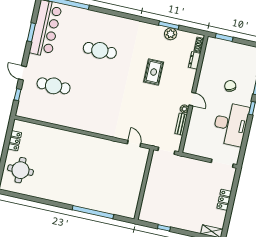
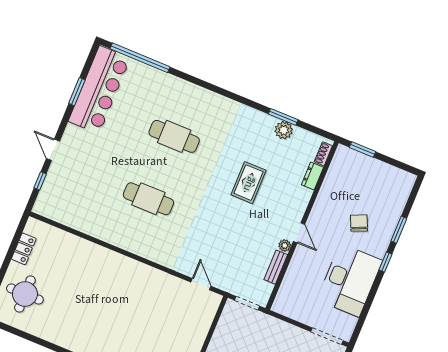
cafe table: (54, 86) -> (148, 199), moved

